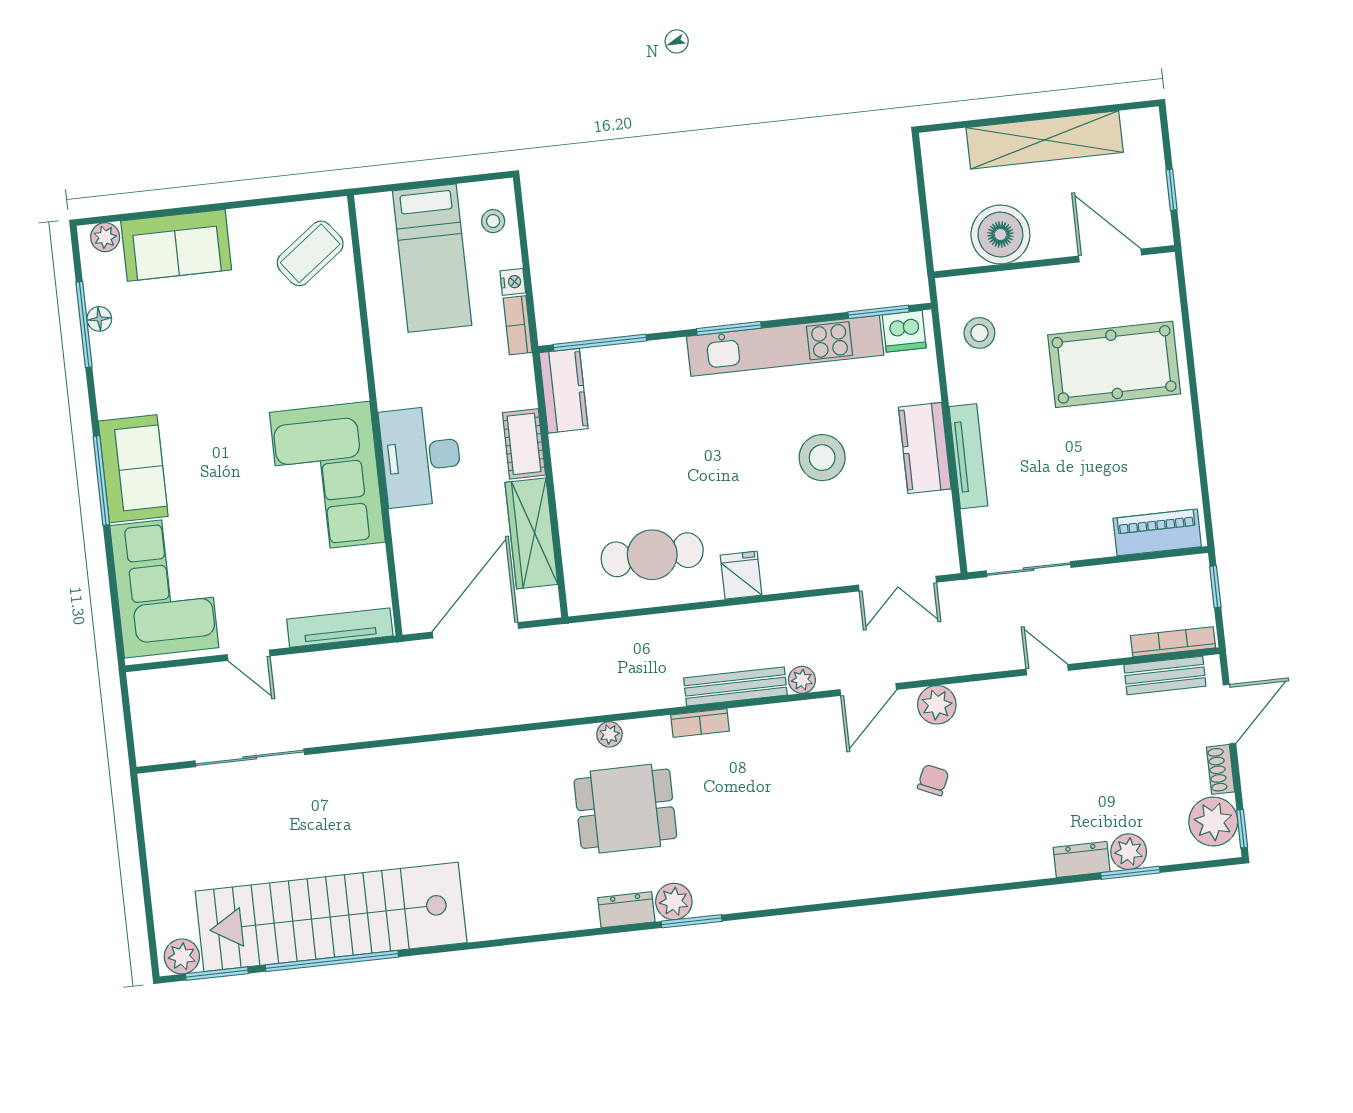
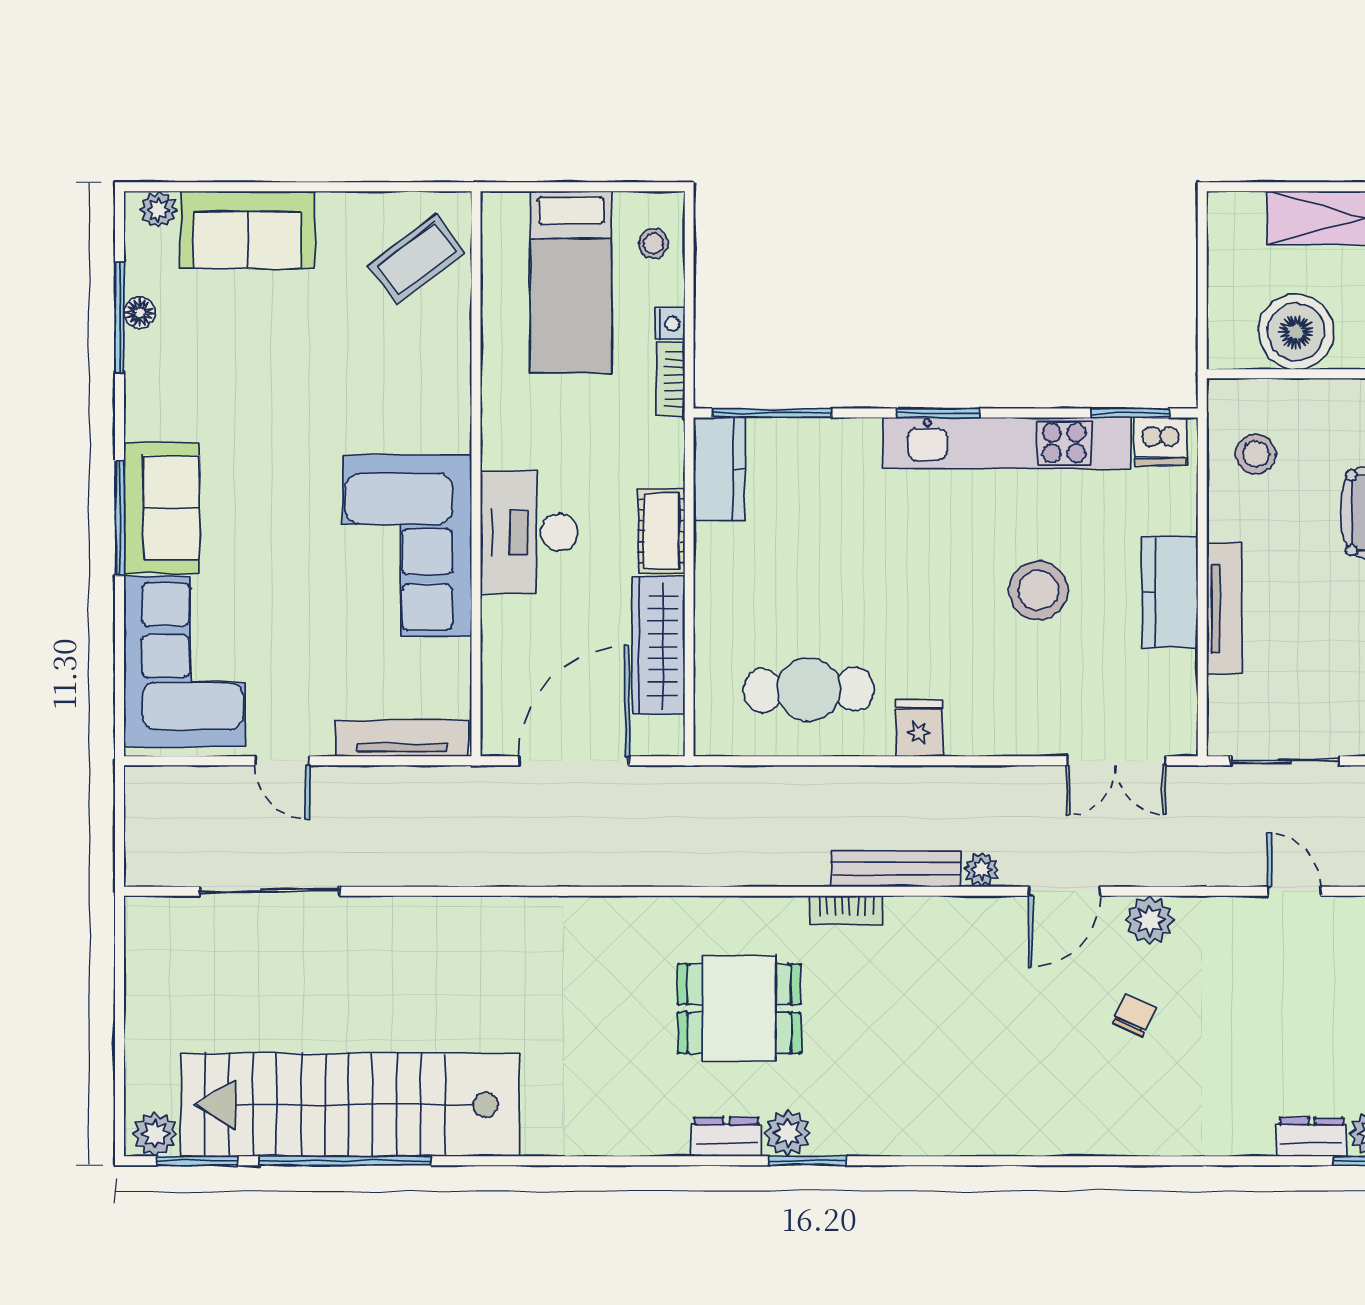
plant: (609, 734) -> (729, 912), removed

